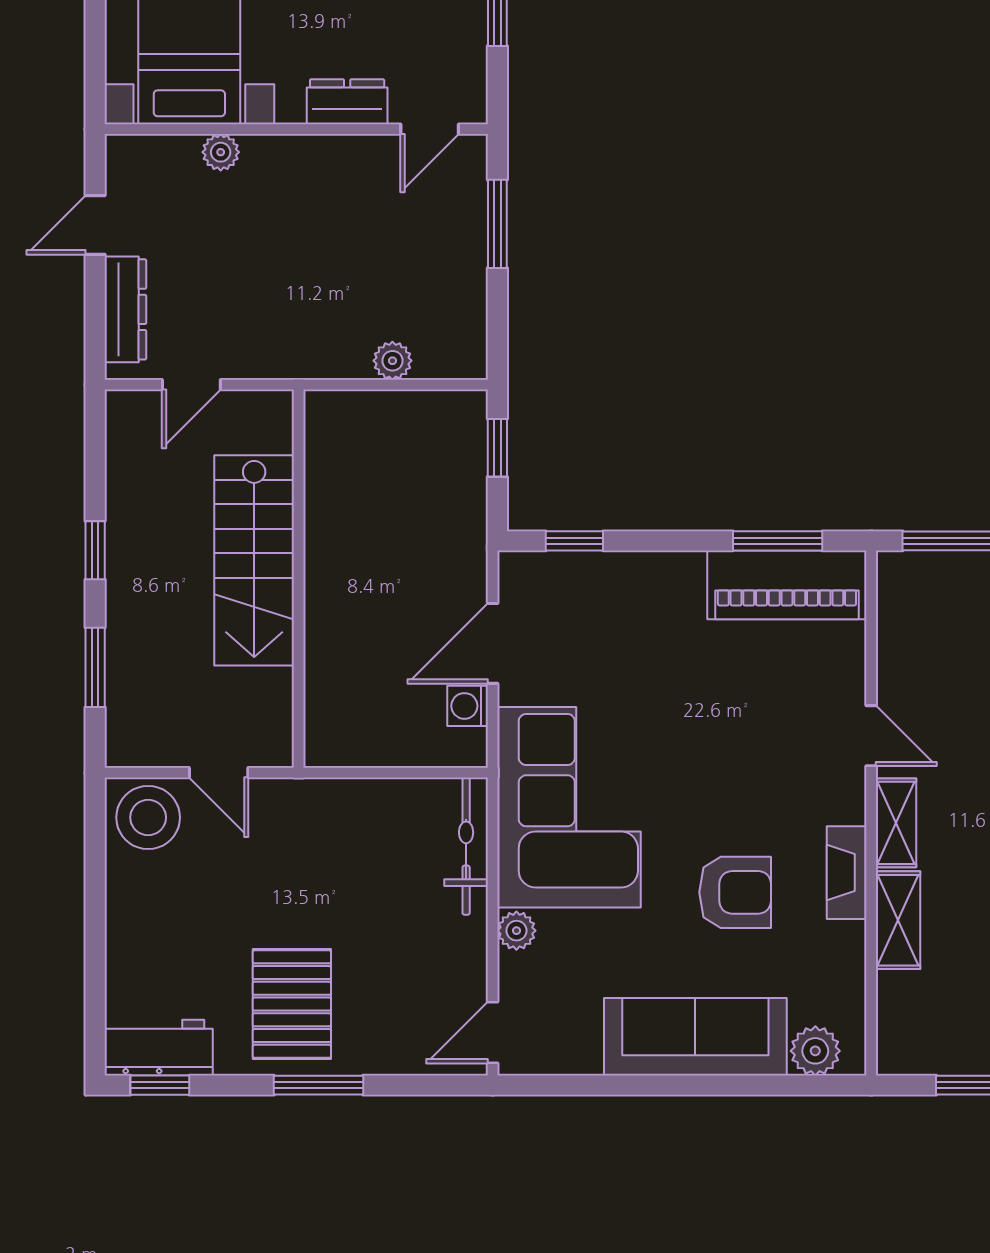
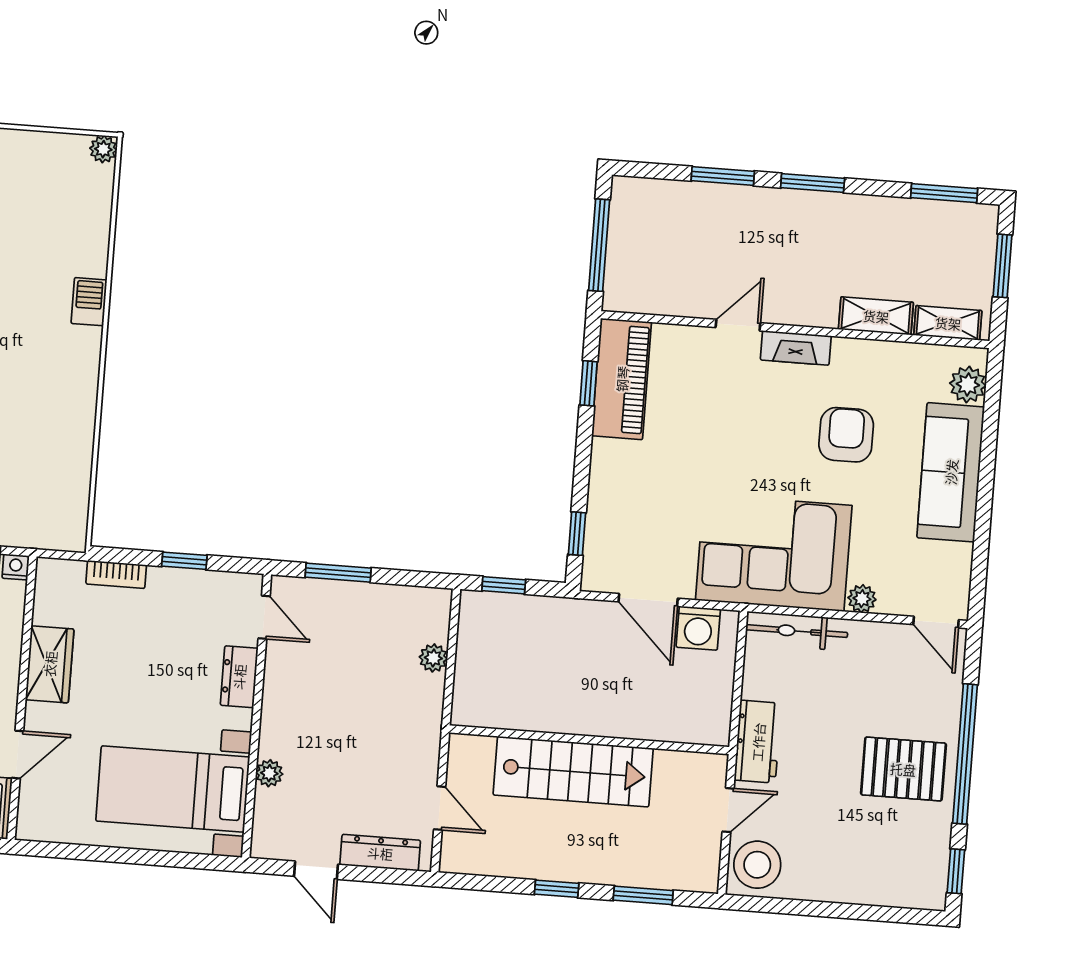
window: (778, 541) -> (588, 383), width x0.67
washing machine: (468, 706) -> (698, 628), width x1.38, depth x1.38
shelving: (896, 823) -> (948, 323), moved
fireplace: (847, 873) -> (796, 348), moved
workbench: (159, 1048) -> (758, 742), moved, turned 180
window: (318, 1085) -> (965, 754), width x2.11

